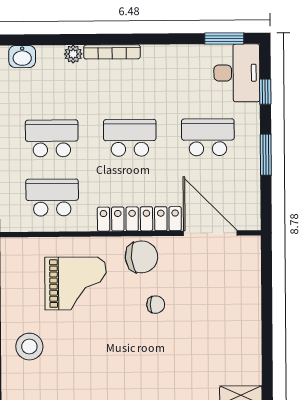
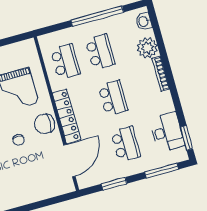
plant: (73, 54) -> (147, 48), width x1.88, depth x1.88
desk: (237, 73) -> (167, 132), moved, turned -90
window: (265, 92) -> (162, 171), width x2.17
window: (266, 155) -> (114, 184), moved
chair: (141, 257) -> (44, 124), turned 95

